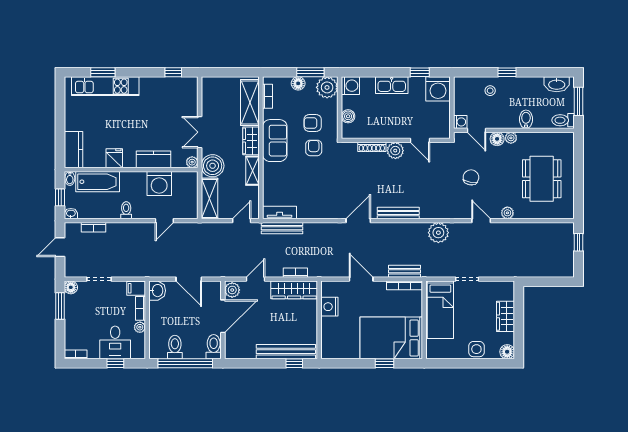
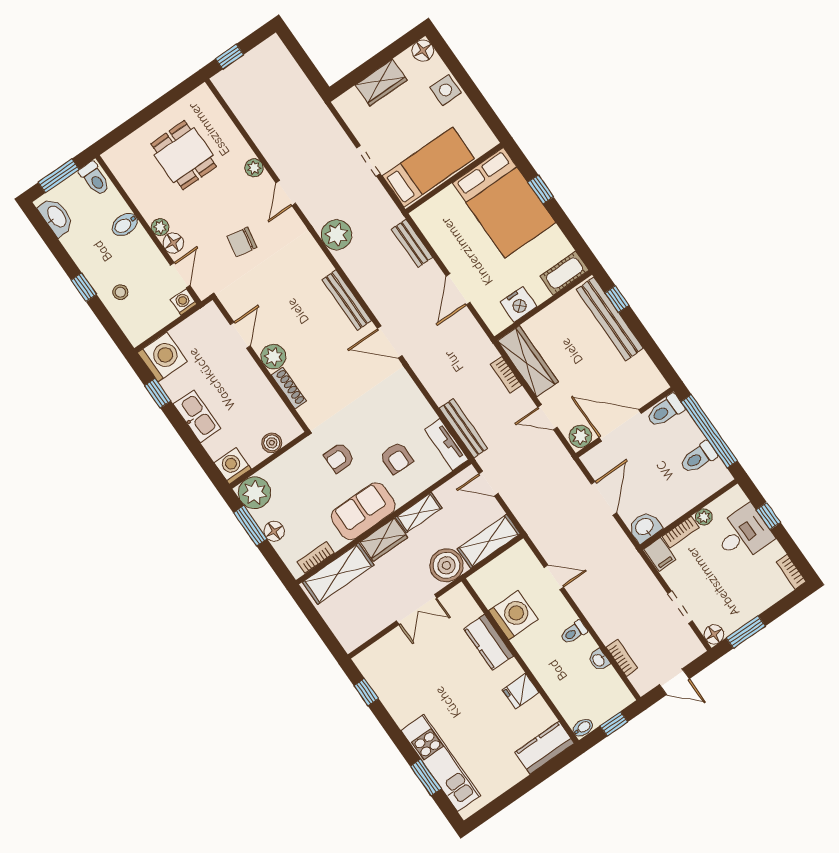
armchair: (313, 123) -> (396, 458), moved
plant: (192, 162) -> (459, 593), removed
dining table: (542, 179) -> (184, 155), width x0.73
bathtub: (98, 182) -> (563, 691), removed
washbasin: (71, 214) -> (599, 660), moved
bookcase: (405, 285) -> (429, 231), removed
cot: (329, 344) -> (564, 273), added

